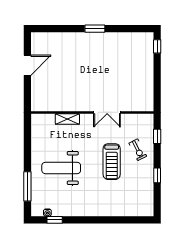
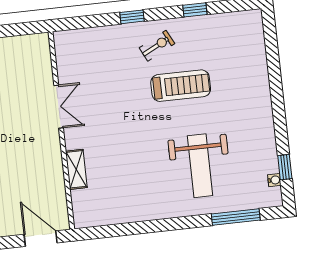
wall: (92, 112) -> (61, 130), moved
double door: (107, 112) -> (59, 107), moved
shelving: (67, 119) -> (76, 169), moved

